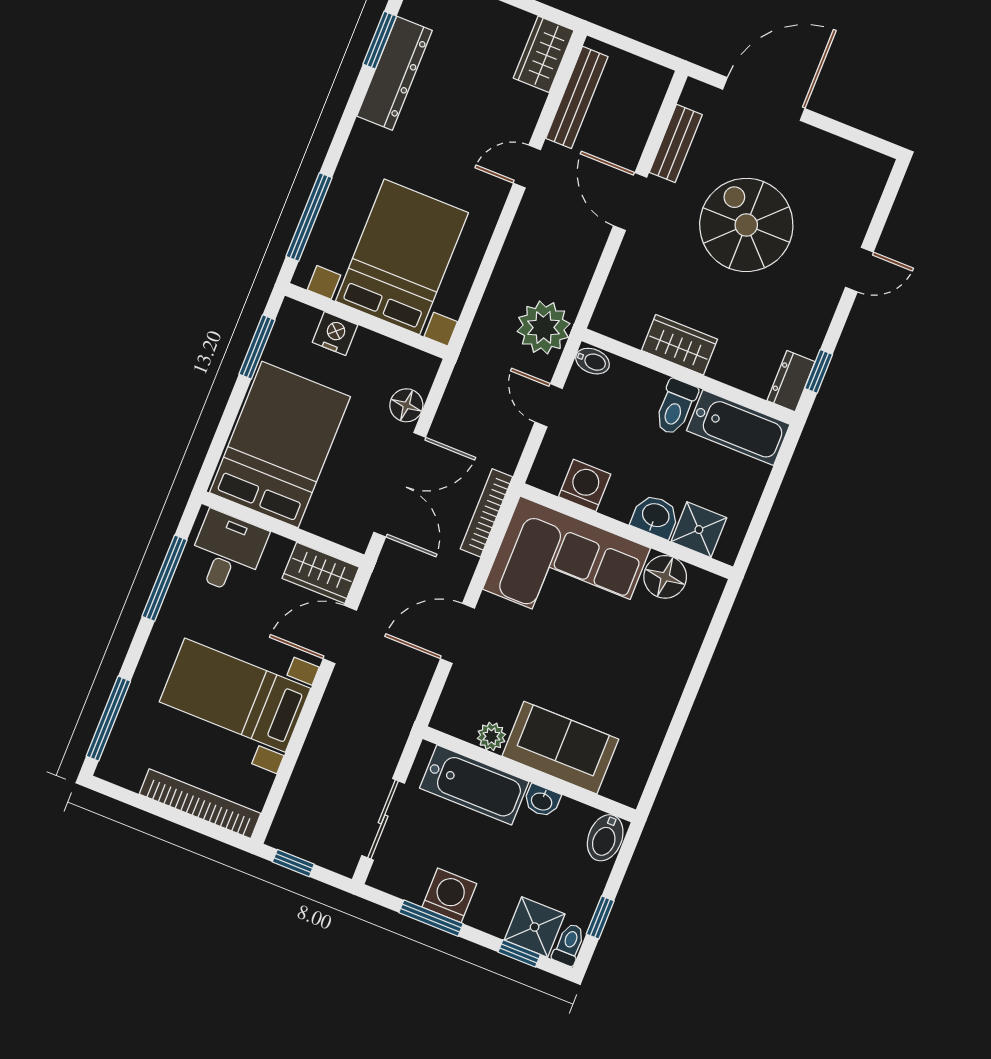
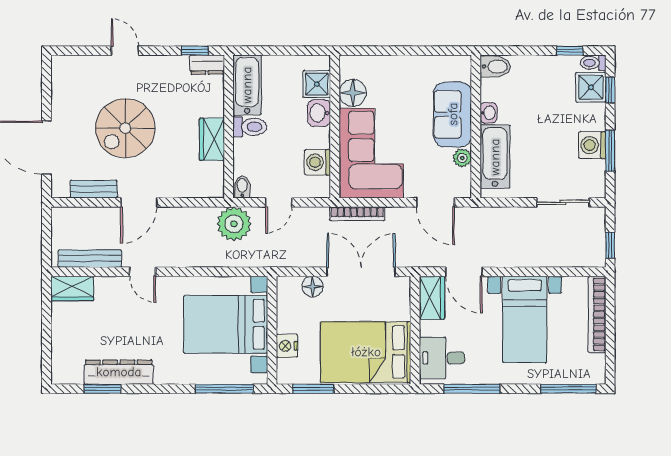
plant: (491, 736) -> (462, 158), moved
sofa: (560, 748) -> (453, 114), moved
wall: (529, 774) -> (476, 127), moved
bathtub: (474, 785) -> (495, 157), moved
washbasin: (542, 801) -> (488, 113), moved
bidet: (605, 838) -> (495, 67), moved

